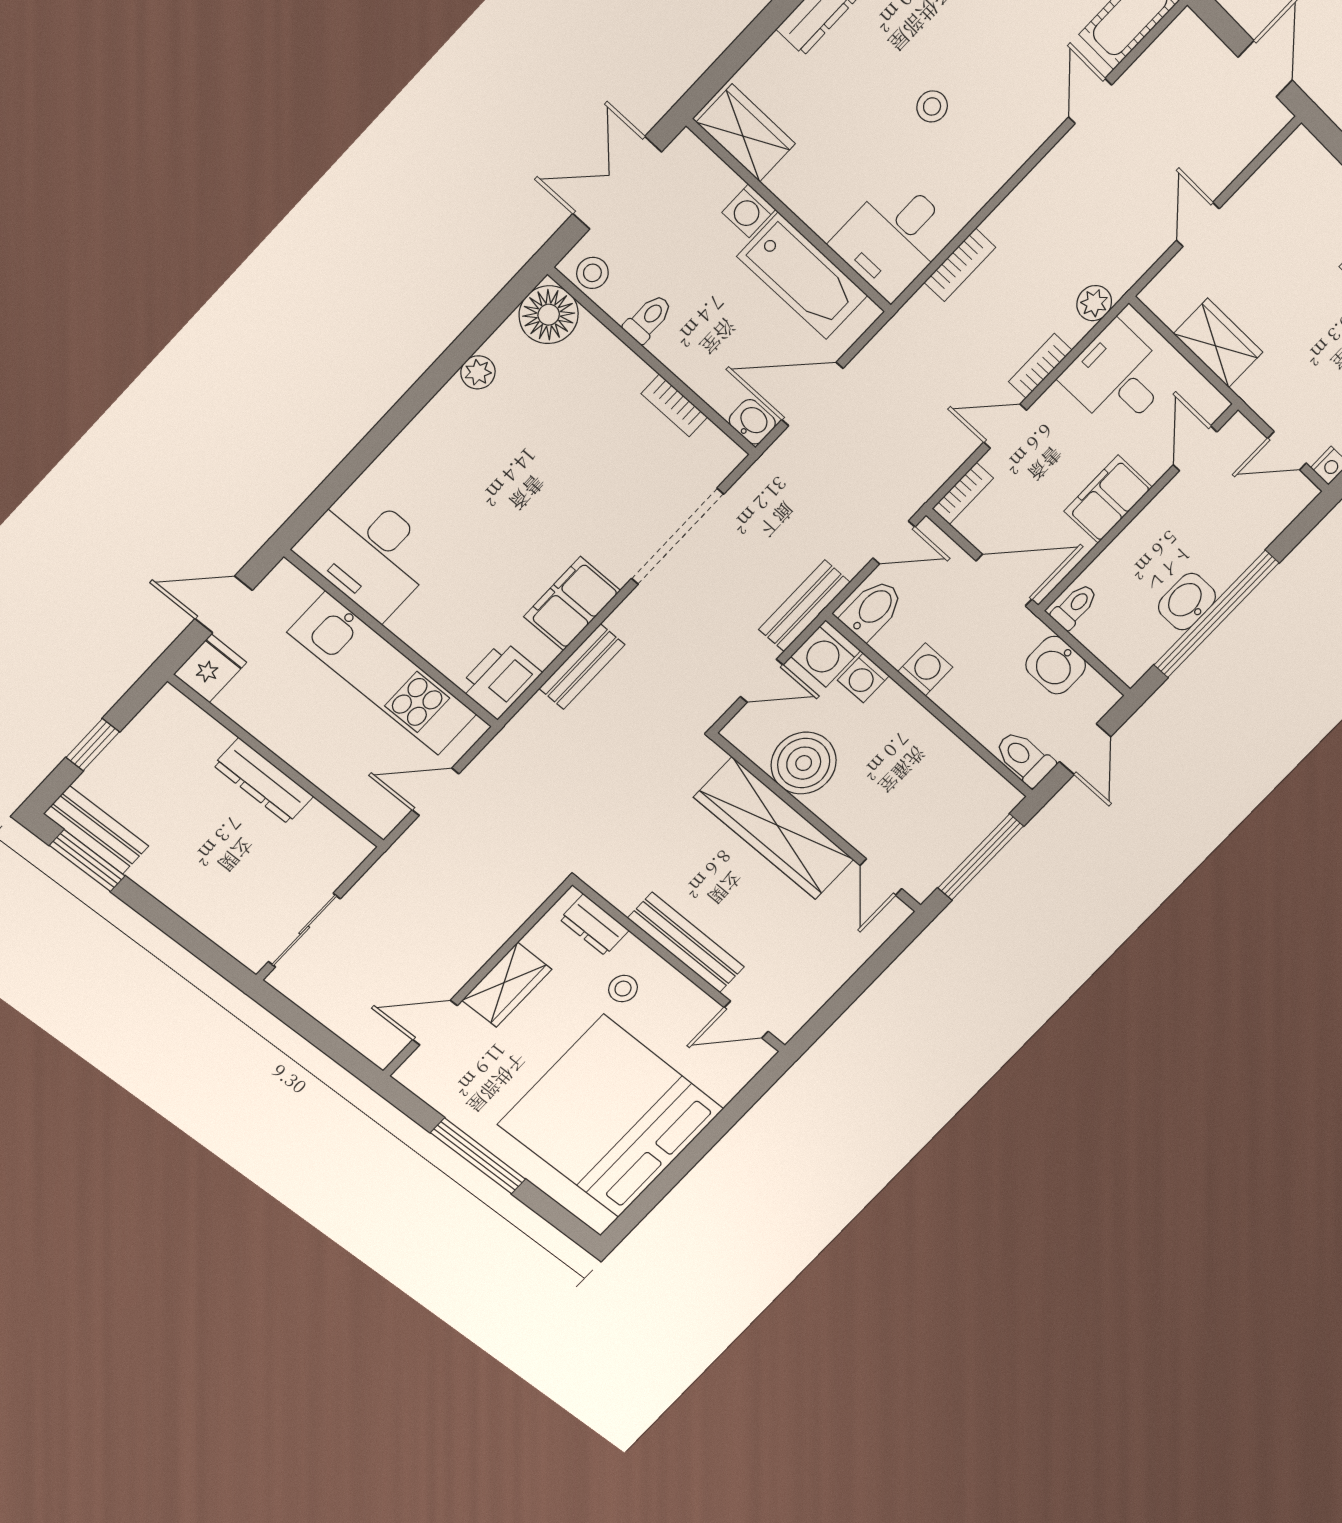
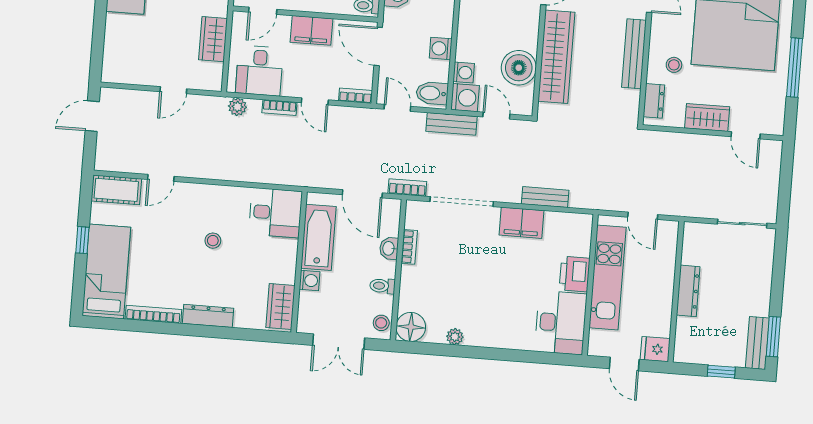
bookcase: (960, 265) -> (407, 188), moved
washbasin: (752, 422) -> (389, 248), moved
printer: (500, 680) -> (575, 274), moved, turned 90

